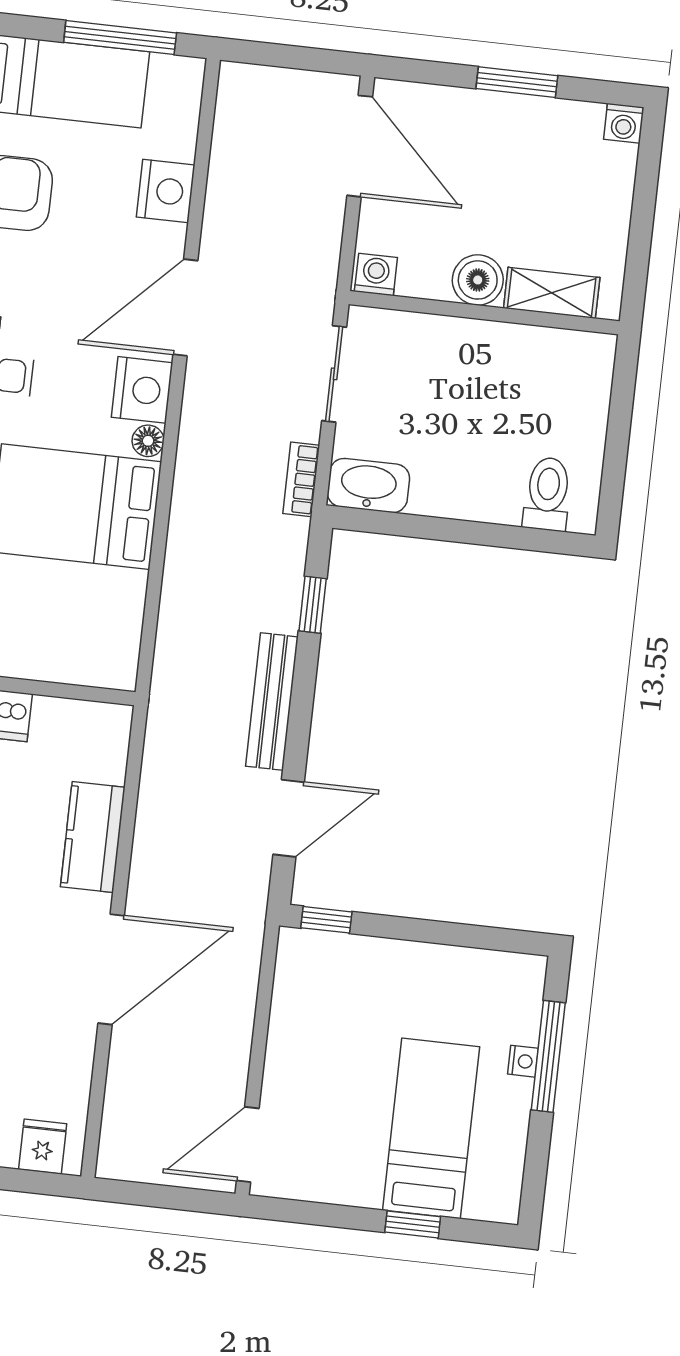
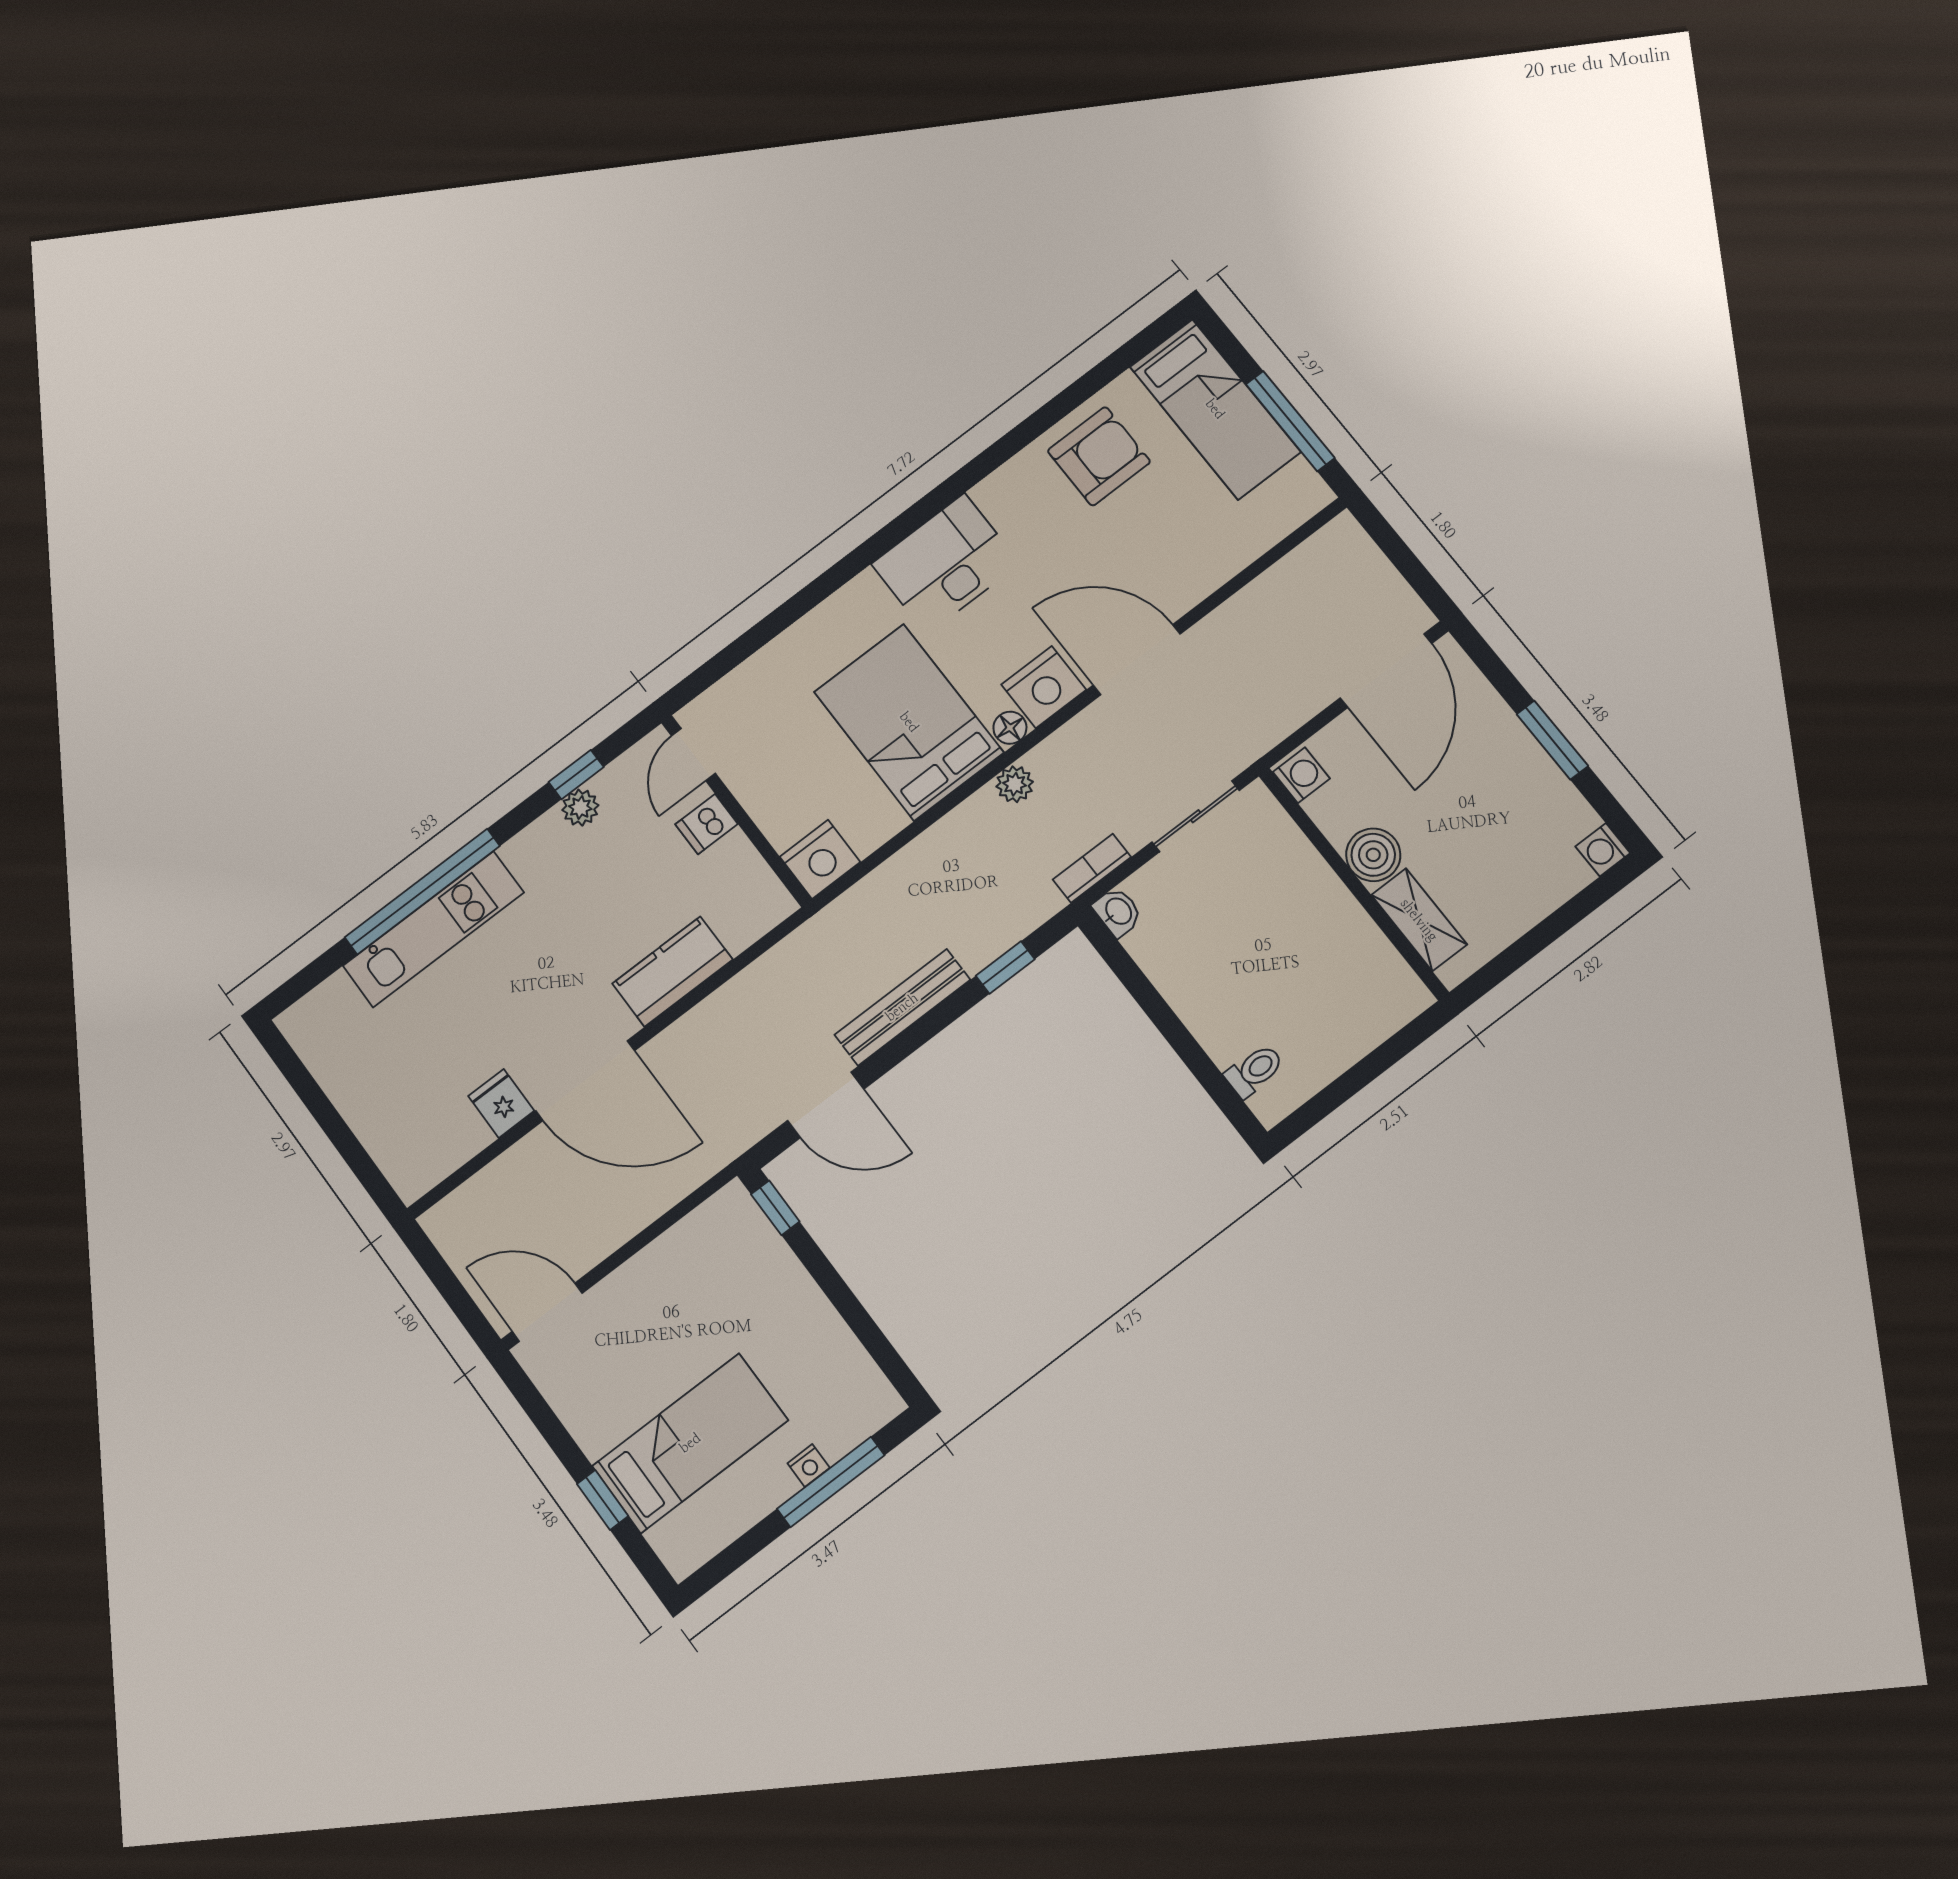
nightstand: (166, 191) -> (820, 859), moved
plant: (191, 476) -> (1015, 784), added
washbasin: (368, 486) -> (1118, 912), width x0.52, depth x0.69
toilet: (547, 494) -> (1254, 1071), width x0.73, depth x0.72
fridge: (43, 1147) -> (501, 1103), moved, turned -90

